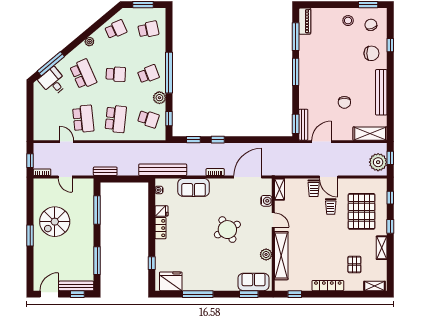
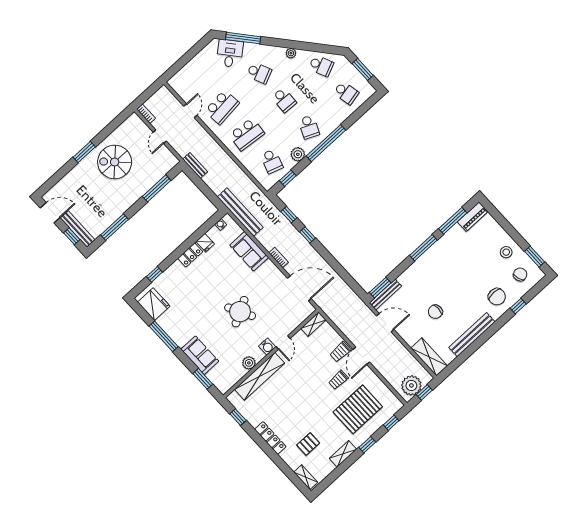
school desk: (83, 74) -> (259, 73), width x0.54
school desk: (148, 74) -> (309, 127), turned 45
window: (30, 161) -> (146, 95), removed
water cooler: (266, 201) -> (267, 347), moved
sofa: (254, 282) -> (200, 355), moved

